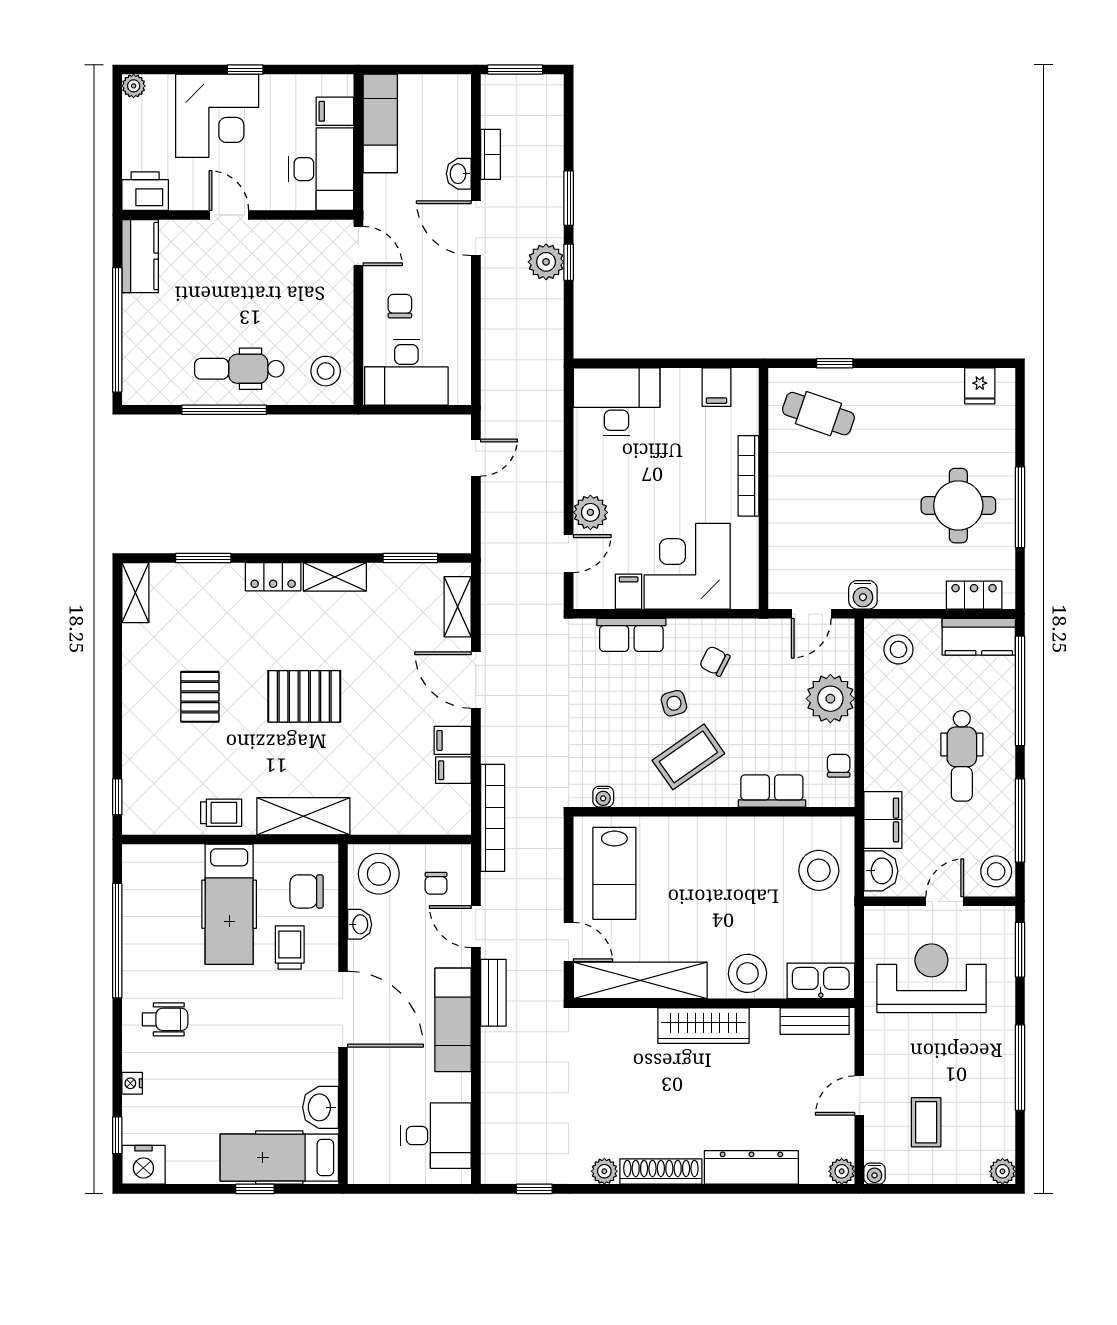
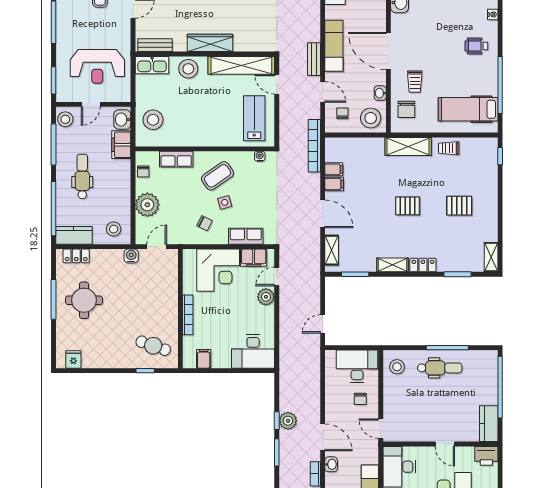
filing cabinet: (629, 592) -> (254, 258), width x2.00
pallet: (304, 696) -> (408, 206), width x0.67, depth x0.71
pallet: (200, 697) -> (459, 206), turned 90
chair: (307, 891) -> (406, 109), turned 90
hospital bed: (229, 904) -> (468, 109), moved, turned -90

